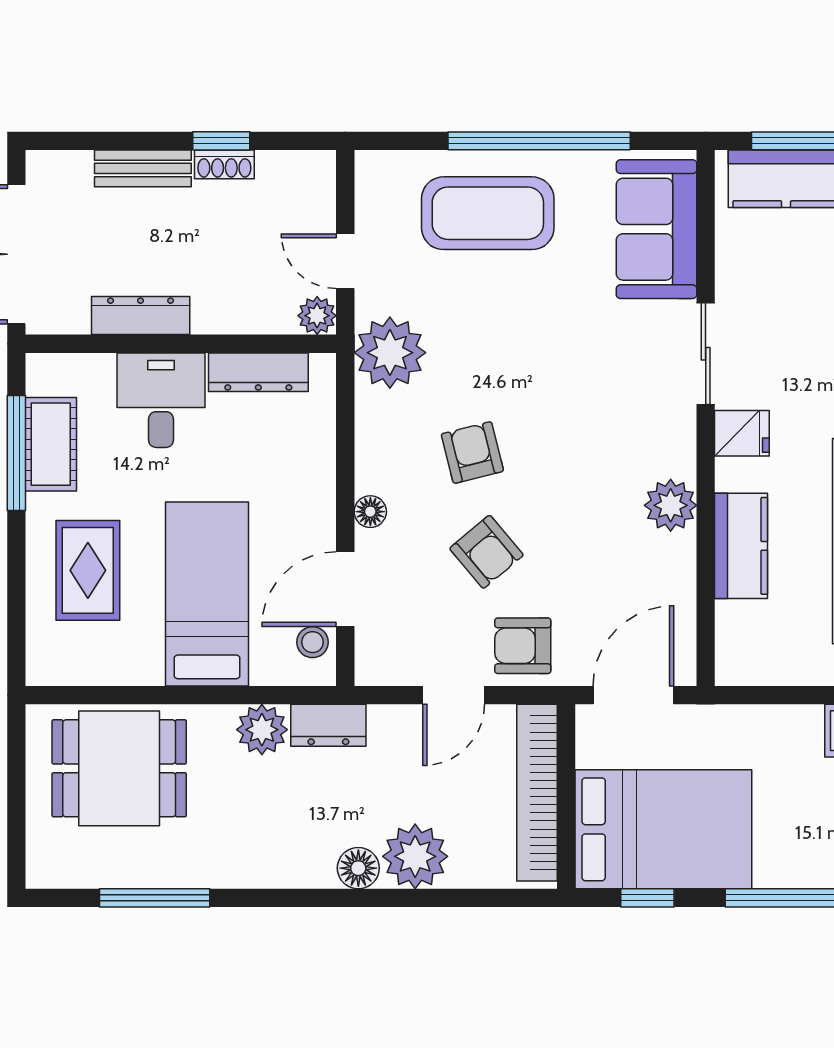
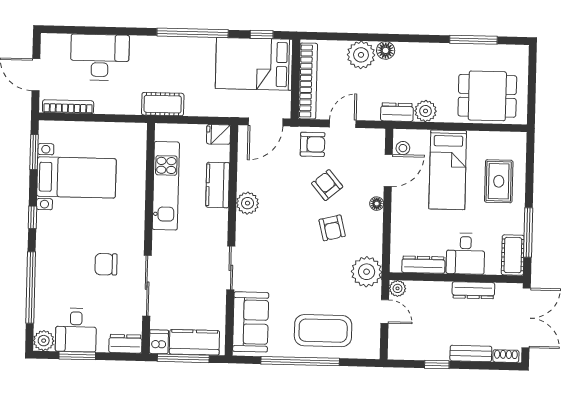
shoe rack: (224, 164) -> (506, 356), moved
fridge: (742, 433) -> (219, 134), moved
cot: (51, 444) -> (513, 255), moved

